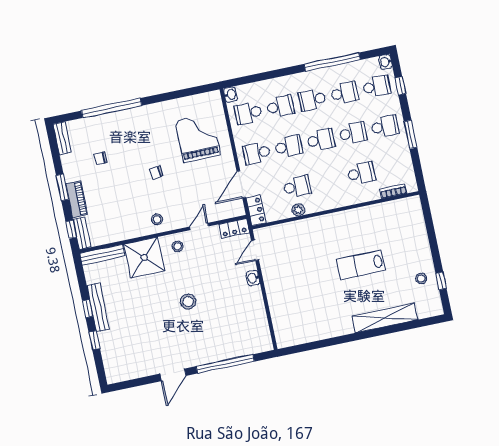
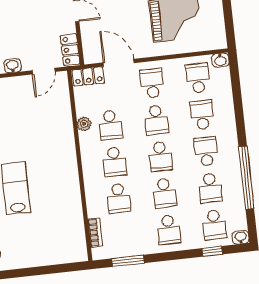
school desk: (280, 106) -> (202, 115), turned 180
window: (410, 134) -> (128, 261), moved
school desk: (329, 180) -> (114, 162), added
door: (255, 250) -> (44, 71), swing flipped

